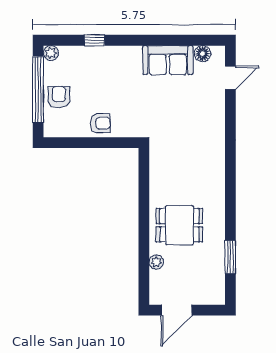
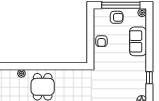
window: (94, 40) -> (149, 78), moved
sofa: (168, 60) -> (138, 41), moved

